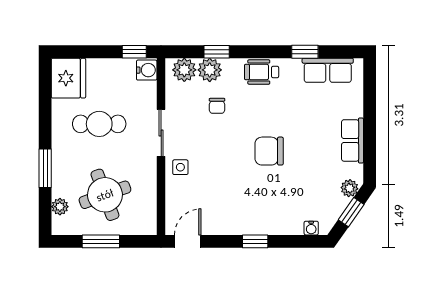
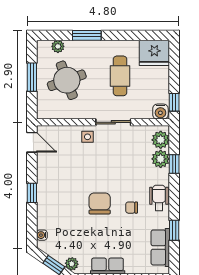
chair: (217, 106) -> (132, 208), moved

